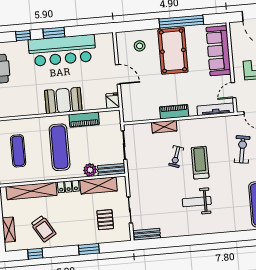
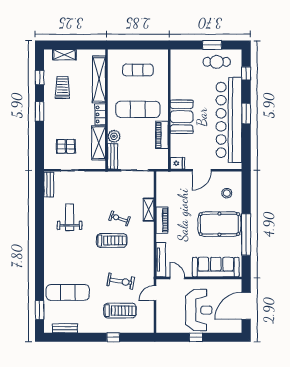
window: (23, 36) -> (246, 73), moved
bar counter: (62, 50) -> (229, 120), width x1.36
weight bench: (197, 202) -> (70, 217), moved
trolley: (43, 229) -> (62, 87), turned 121
window: (89, 249) -> (40, 111), moved

